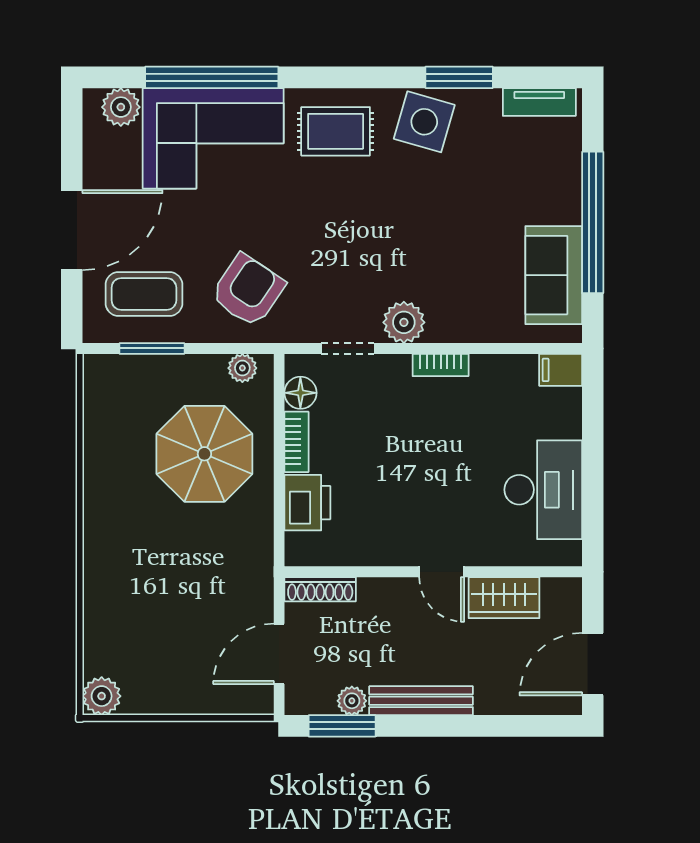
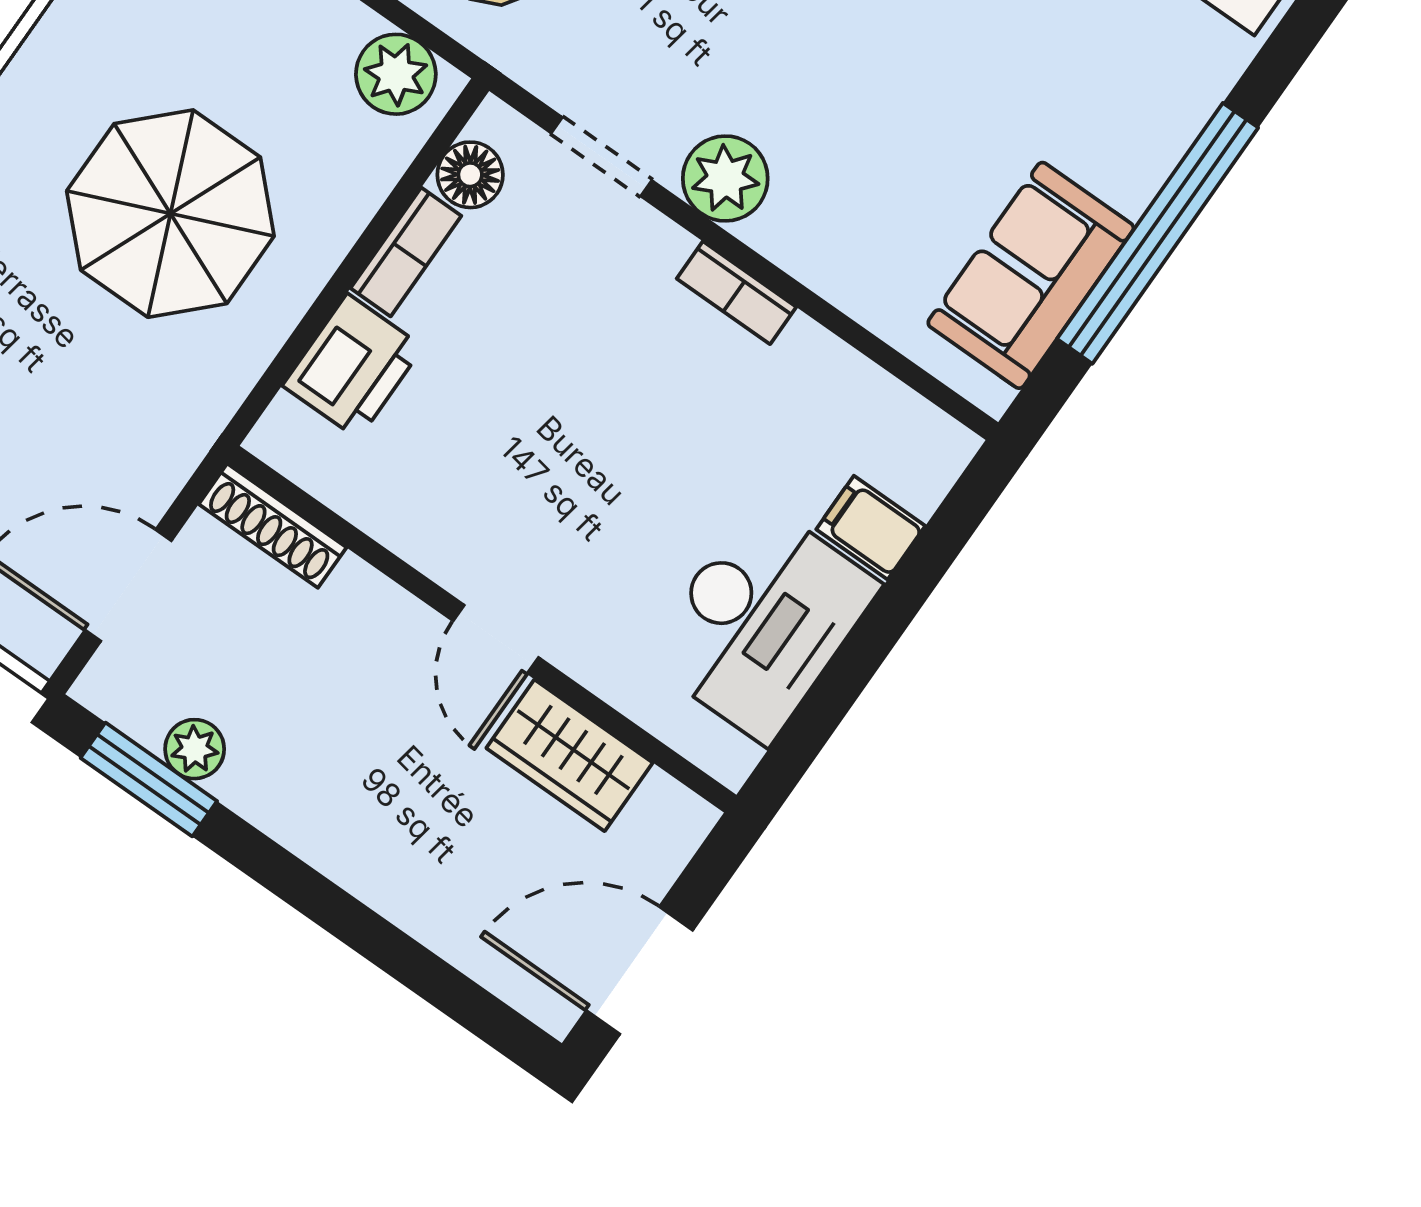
plant: (242, 368) -> (396, 74), width x1.38, depth x1.38
filing cabinet: (561, 370) -> (871, 528), moved
parasol: (204, 454) -> (170, 214), moved
bench: (421, 701) -> (310, 830), removed

